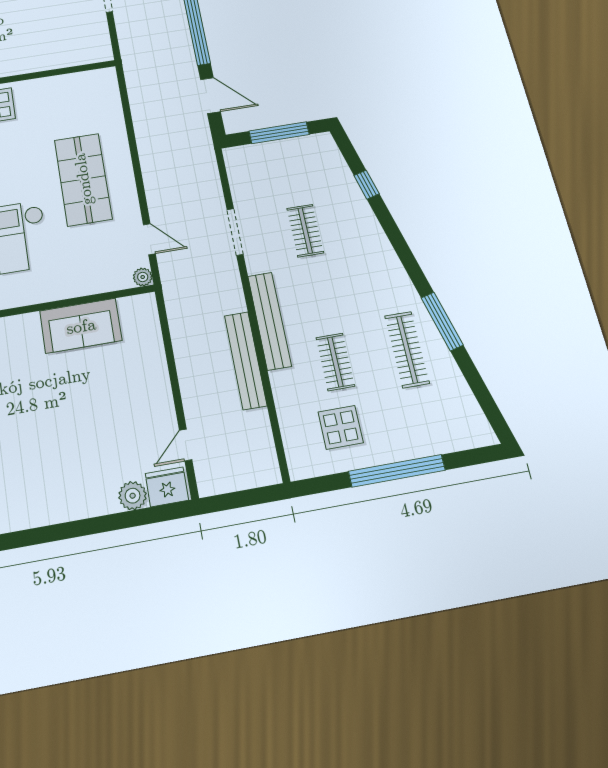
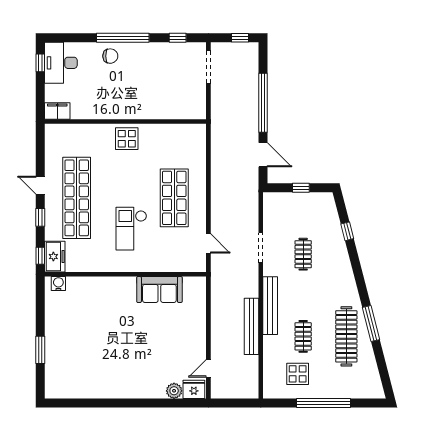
window: (279, 133) -> (301, 188), width x0.46
plant: (143, 277) -> (200, 266), removed
clothes rail: (407, 349) -> (346, 336), width x1.37, depth x1.31

